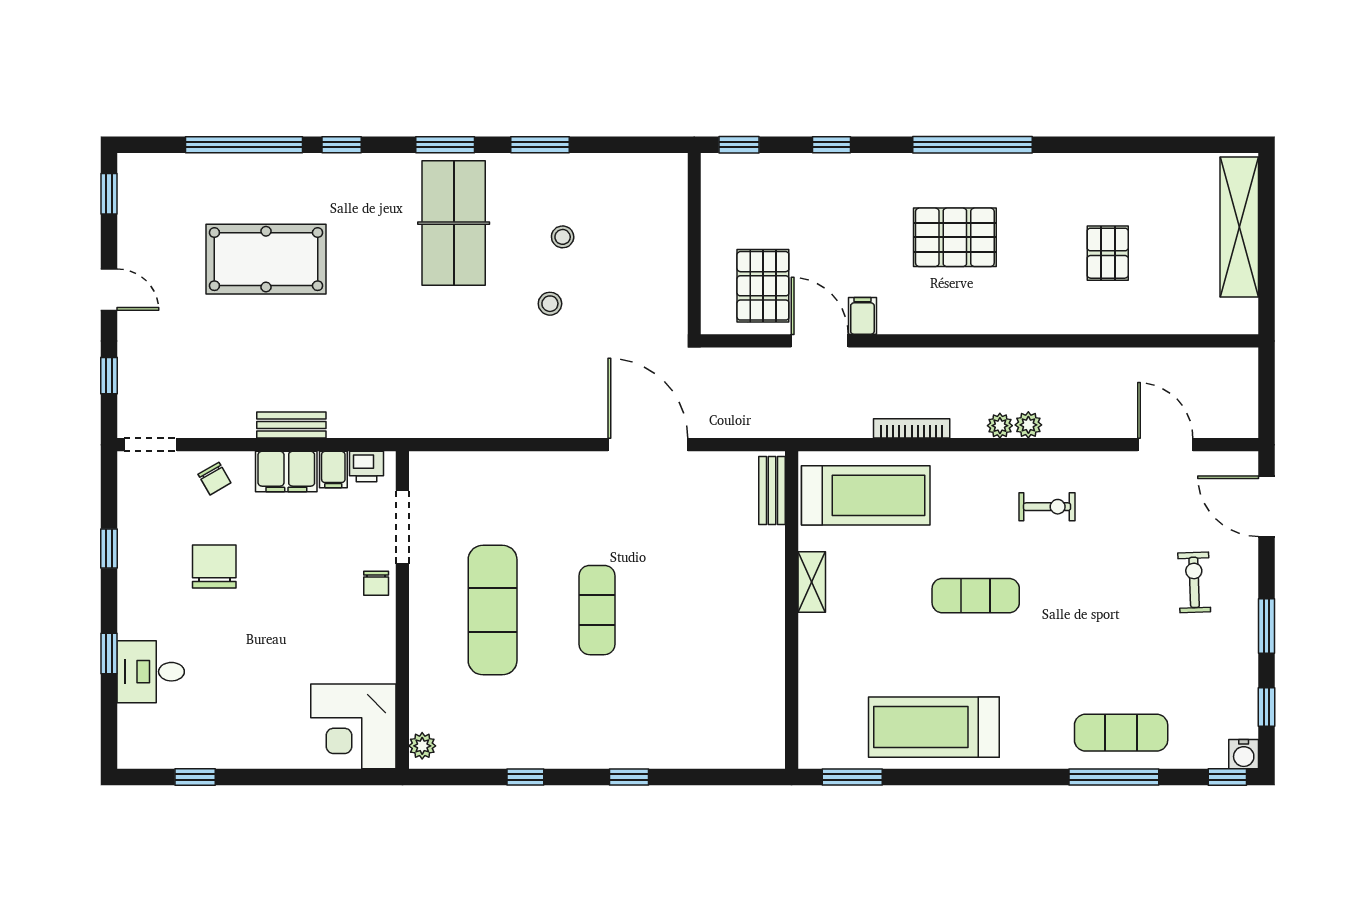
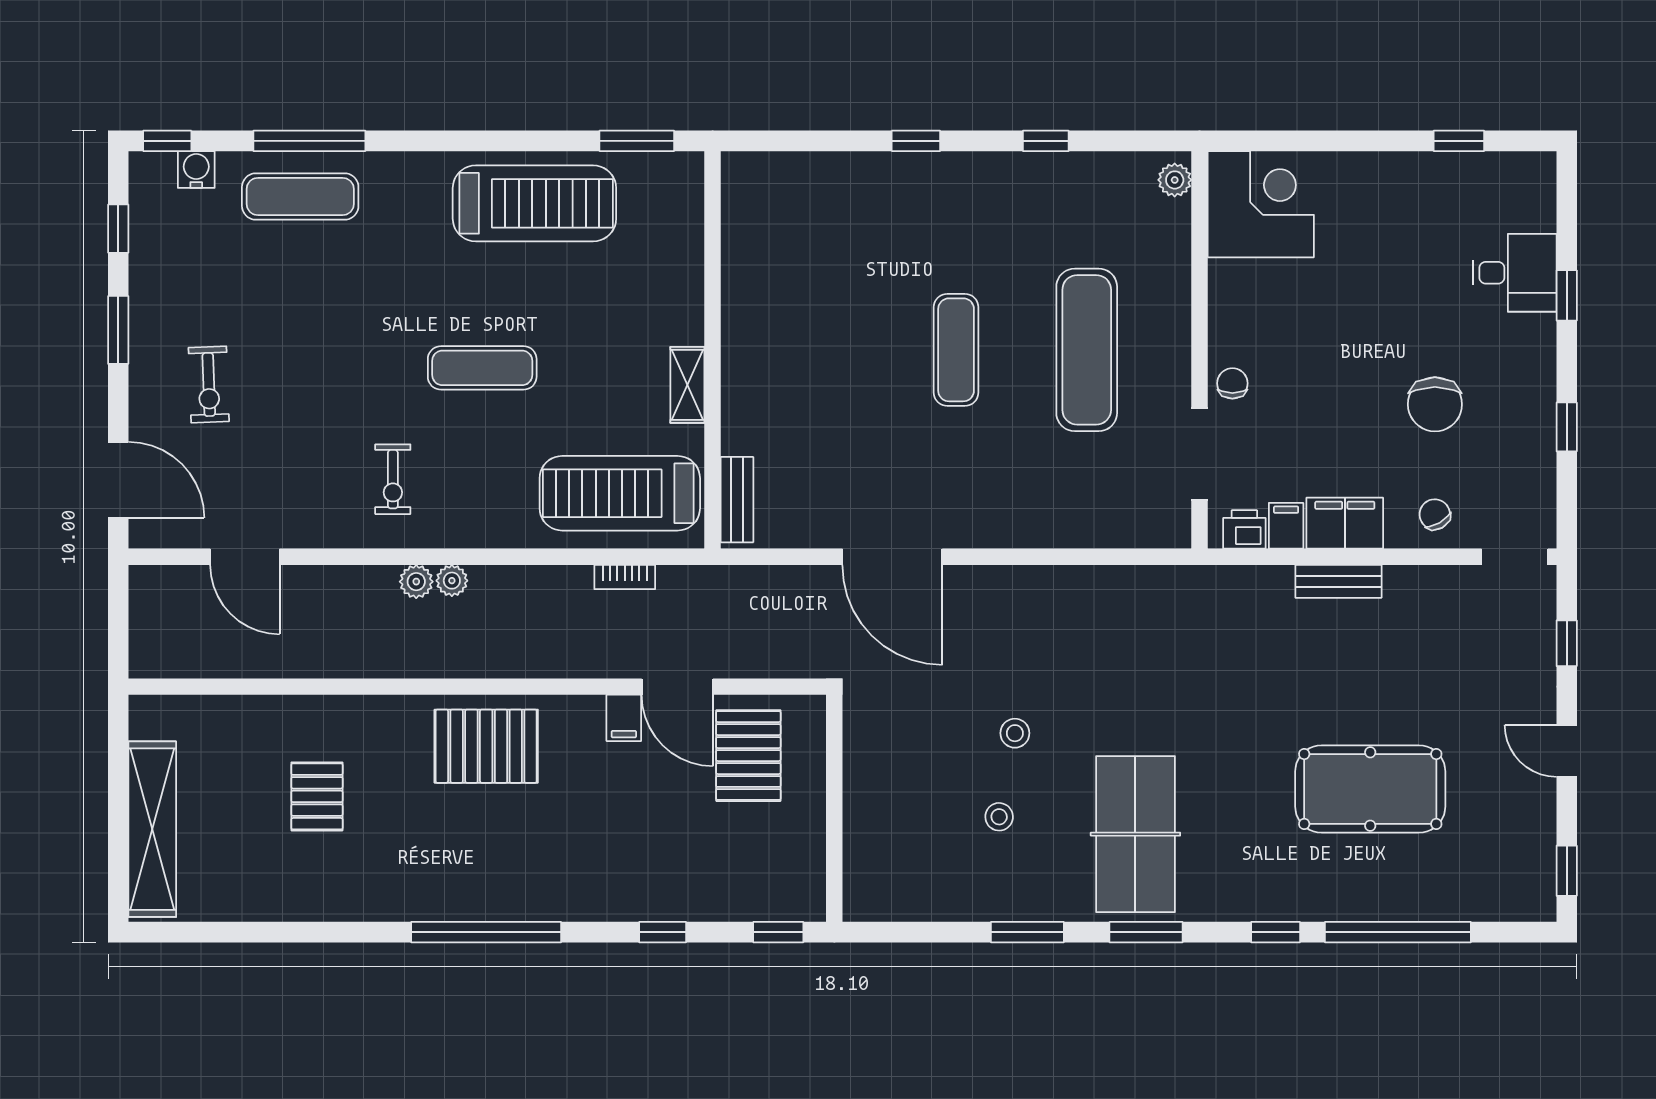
pallet: (955, 237) -> (486, 746), moved
bookcase: (912, 428) -> (625, 577), moved, width x0.64
exercise bike: (1047, 507) -> (393, 479), turned -90
water cooler: (1244, 754) -> (196, 169), moved

